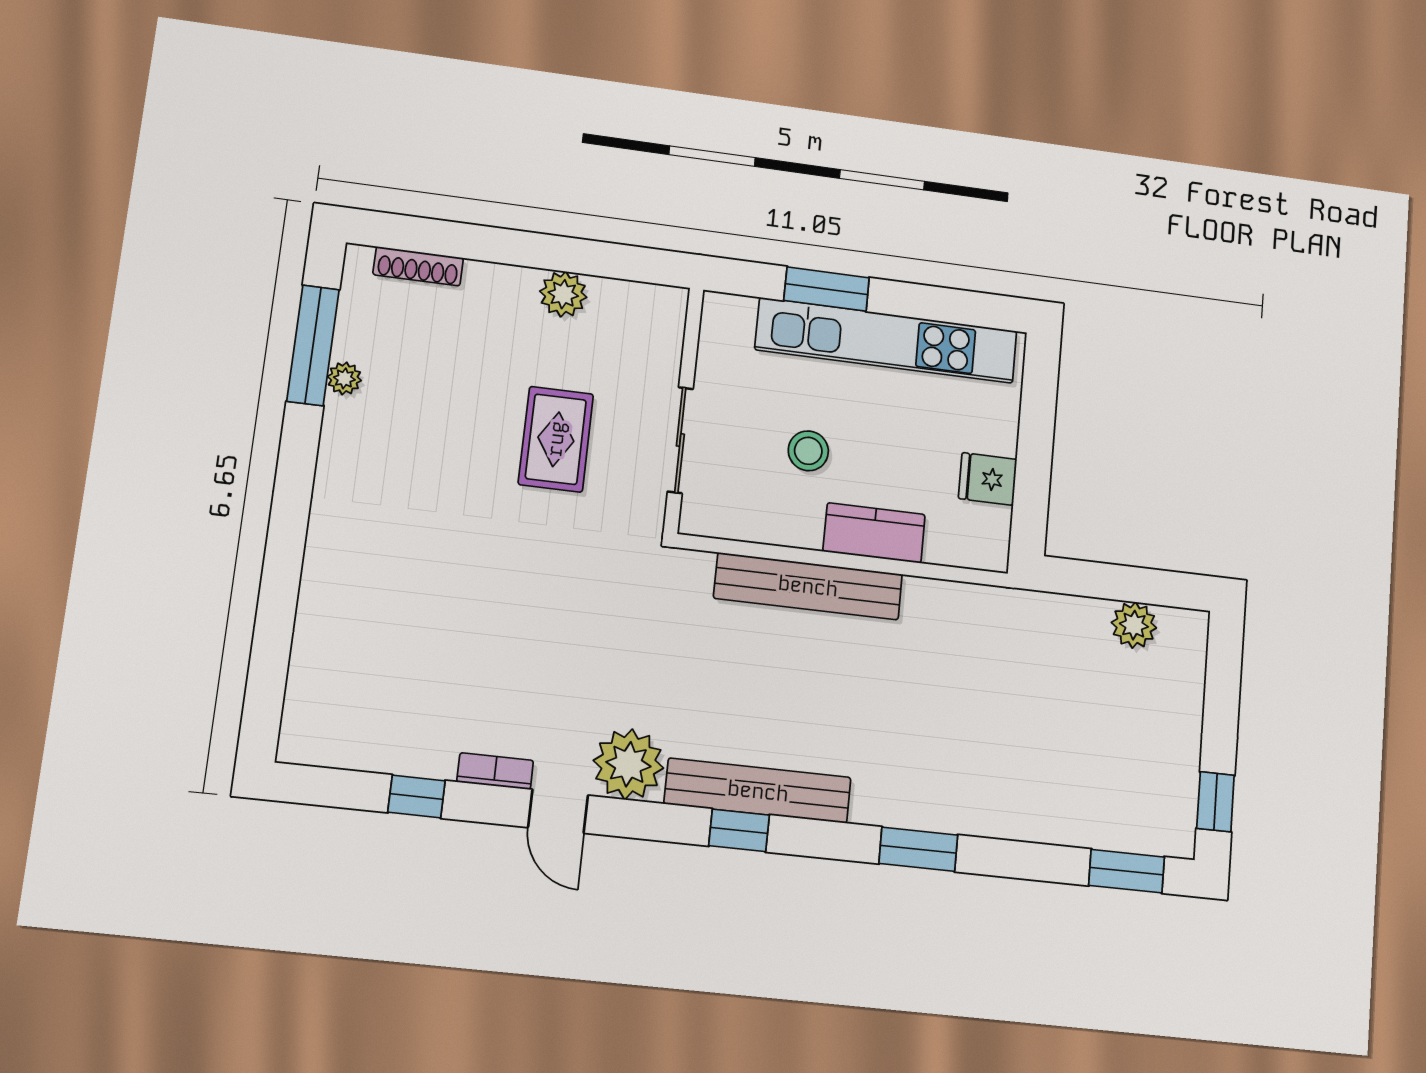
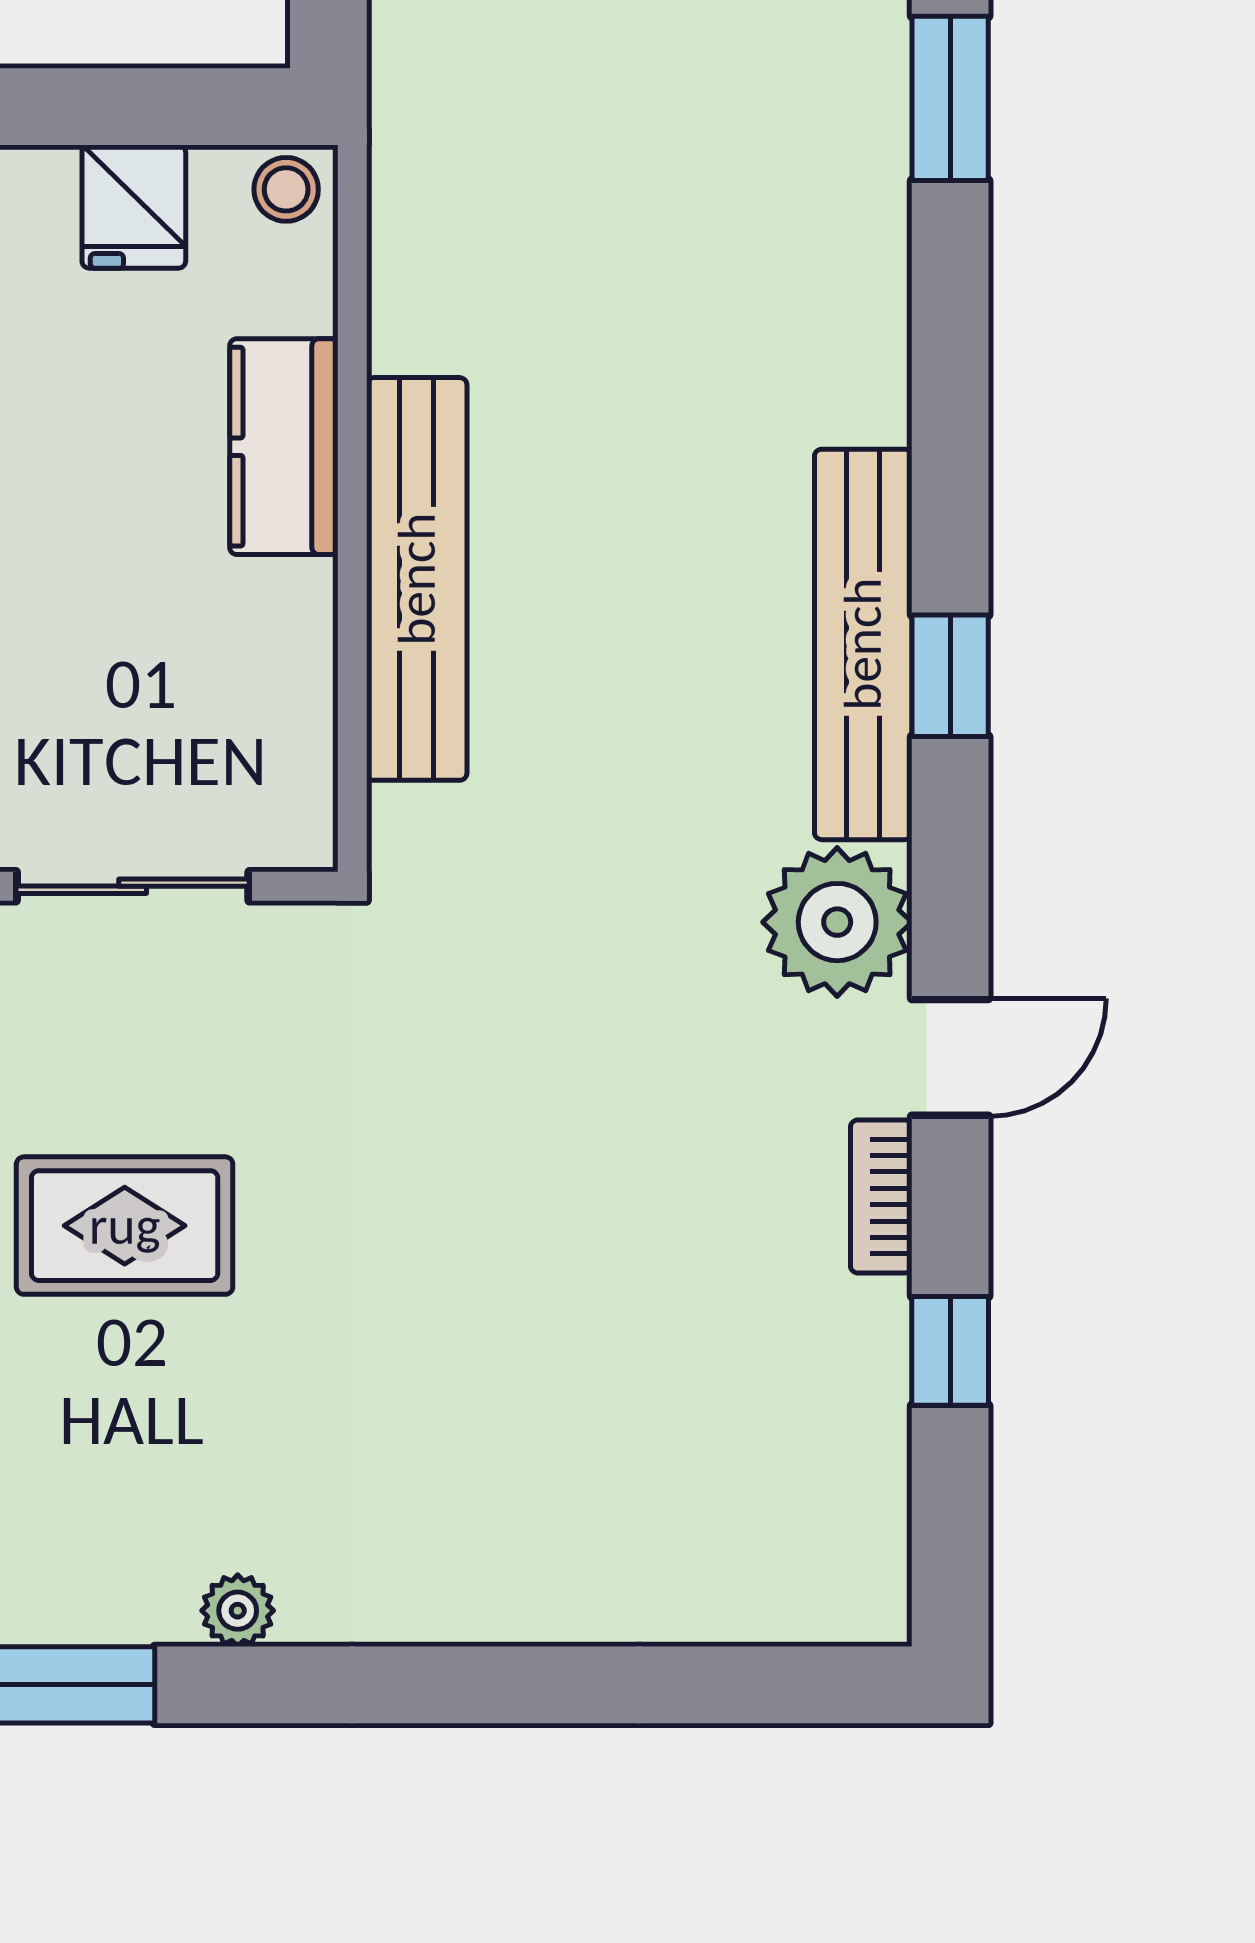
plant: (344, 378) -> (238, 1611), moved
rug: (556, 439) -> (125, 1226), moved
stool: (808, 451) -> (286, 189), moved, width x0.73, depth x0.73
window: (918, 849) -> (950, 98), moved

